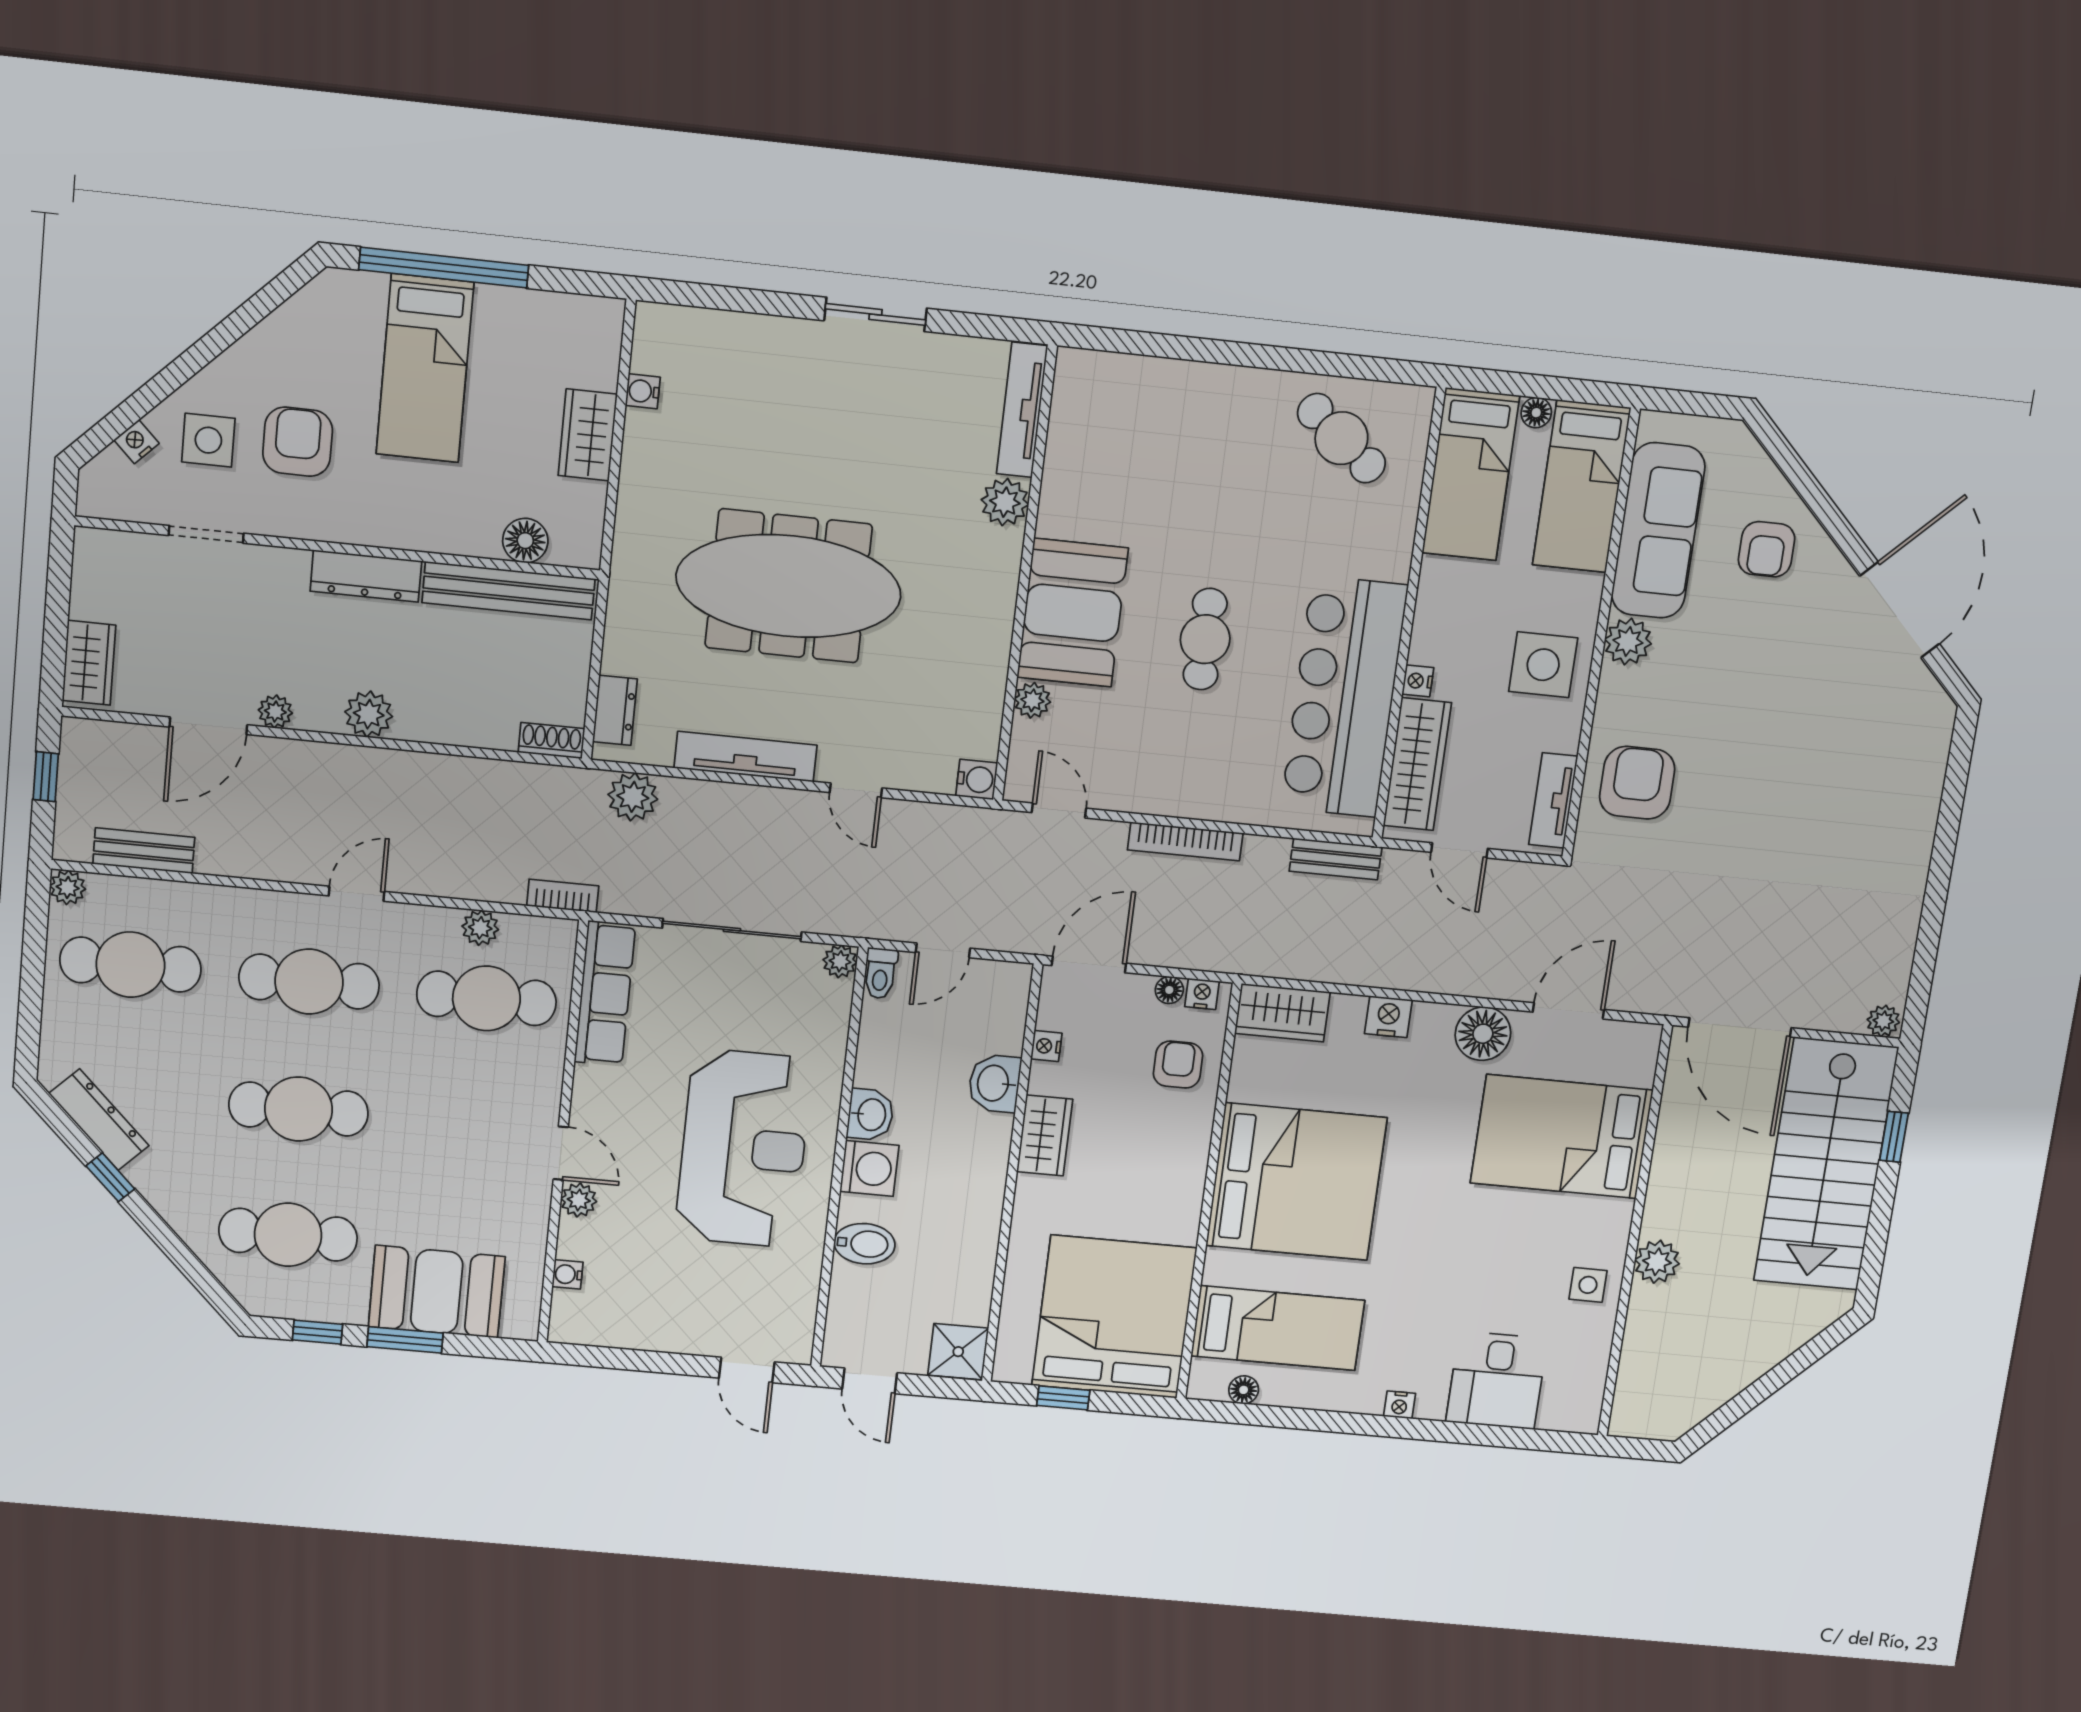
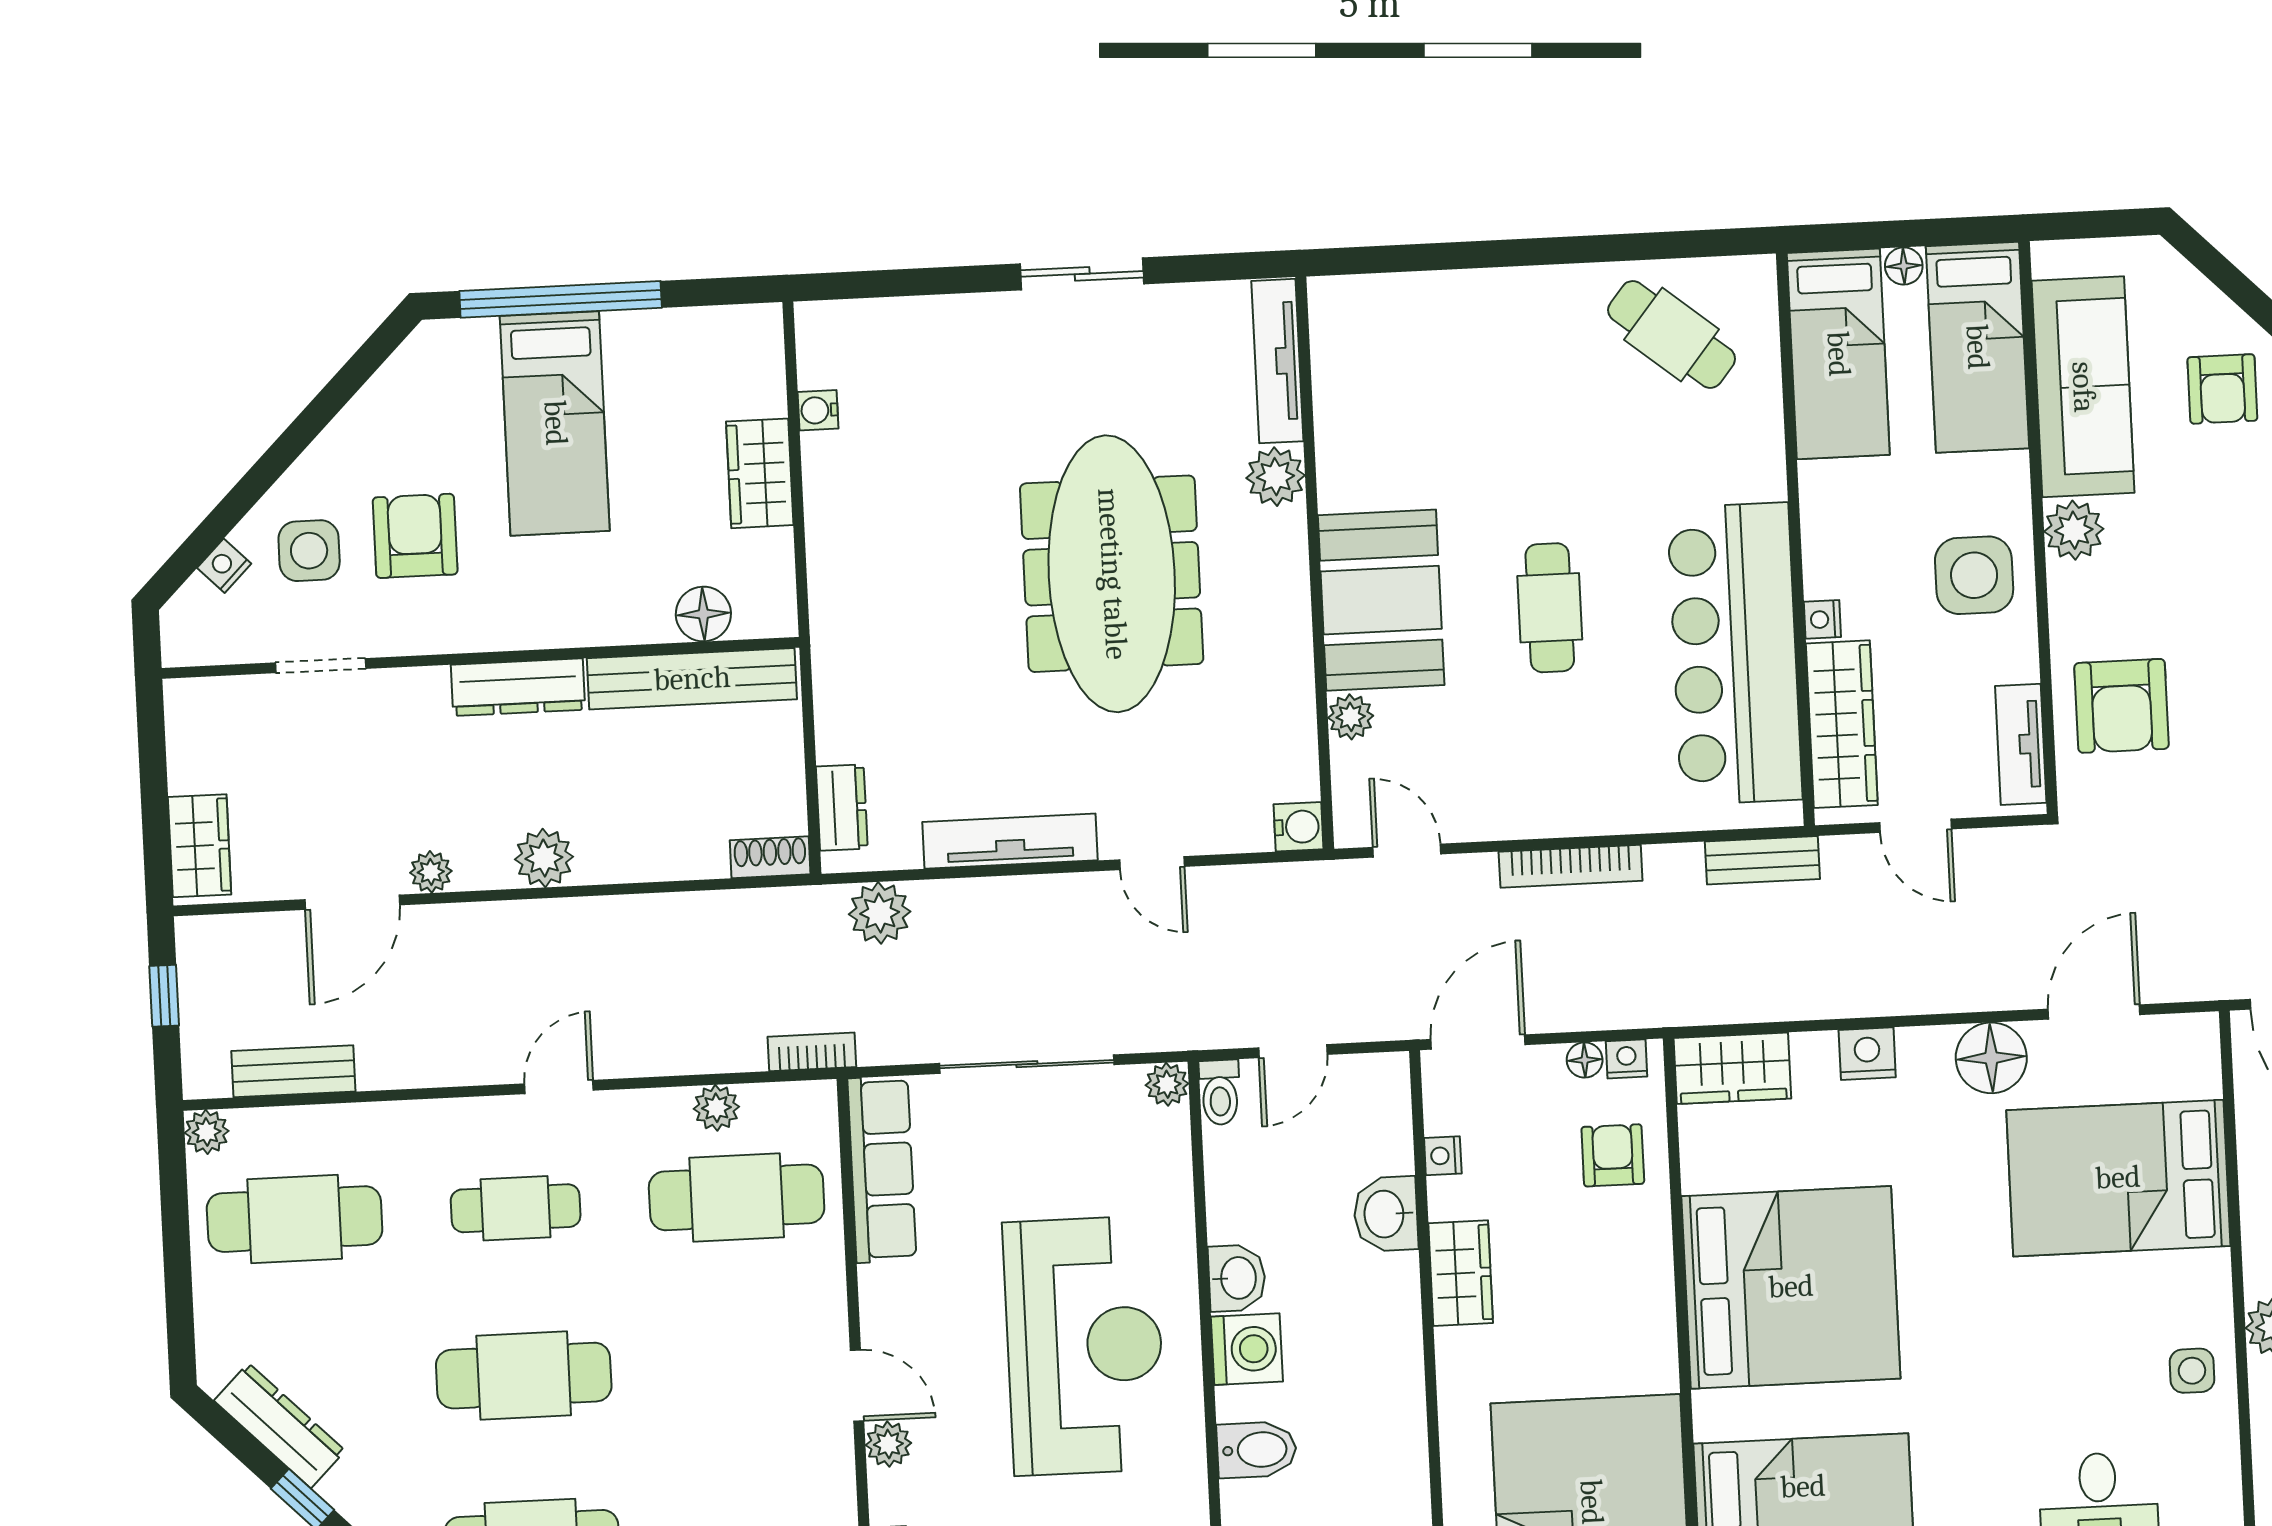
meeting table: (789, 586) -> (1112, 574), moved, turned 90
armchair: (1637, 783) -> (2122, 706), turned 180
cafe table: (309, 982) -> (516, 1208), width x0.73, depth x0.74

